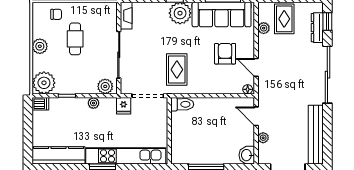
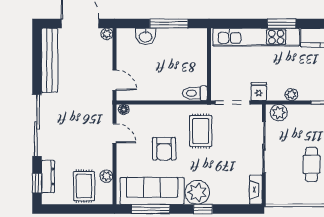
armchair: (225, 54) -> (164, 149), moved
plant: (263, 138) -> (107, 34), moved
washbasin: (247, 155) -> (146, 36), moved, turned 90

